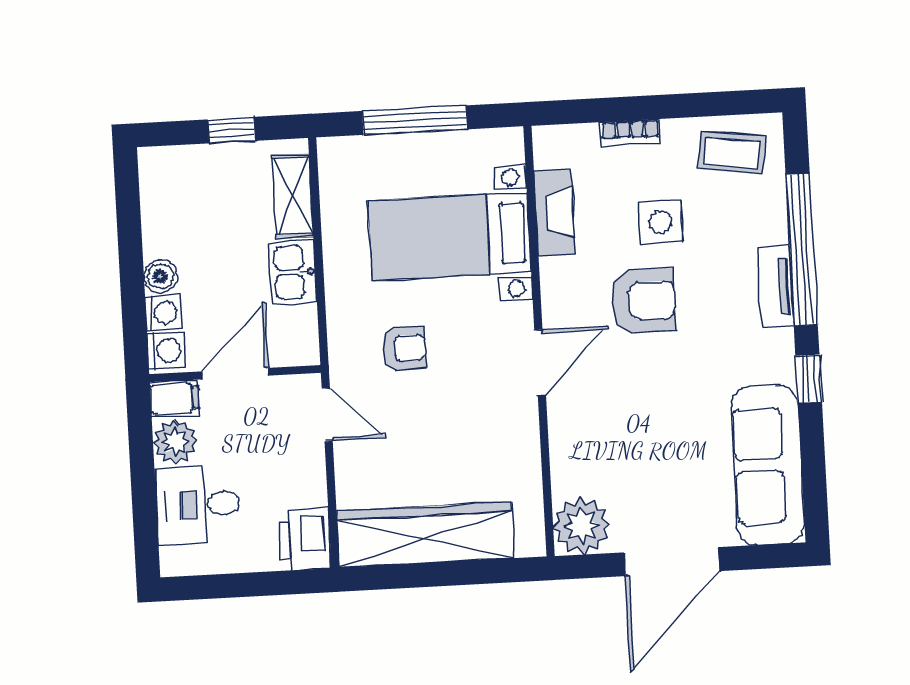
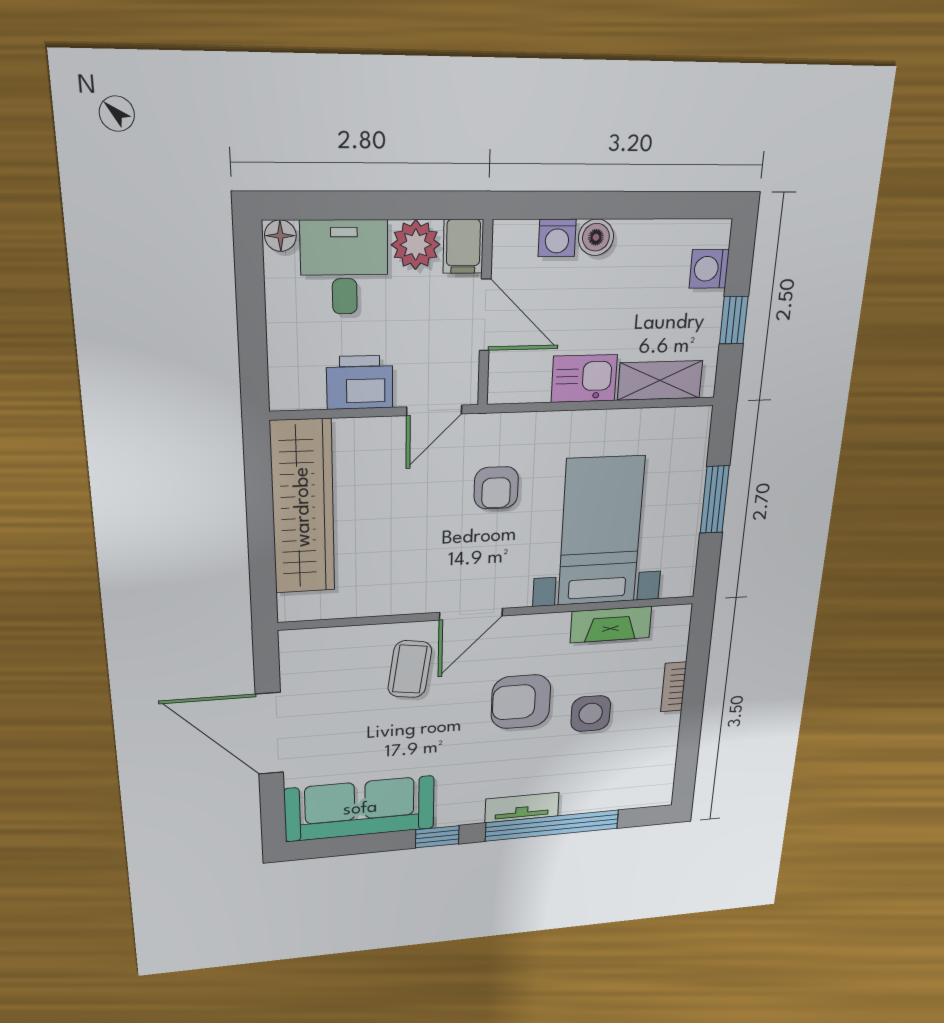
window: (415, 120) -> (715, 500), width x0.69
coffee table: (732, 153) -> (410, 669), moved
armchair: (643, 301) -> (521, 702), turned 90
washing machine: (166, 351) -> (709, 269), moved, turned 90
door: (540, 363) -> (471, 614), hinge flipped
plant: (582, 526) -> (307, 654), removed
printer: (305, 539) -> (360, 382), moved
floor lamp: (173, 561) -> (280, 236), added

